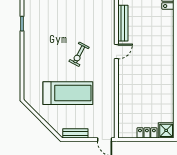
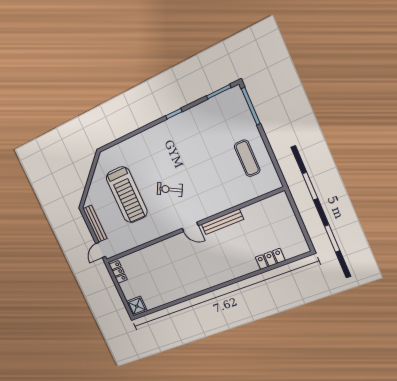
bench: (75, 133) -> (95, 224), width x1.36
locker: (147, 133) -> (118, 272), moved

